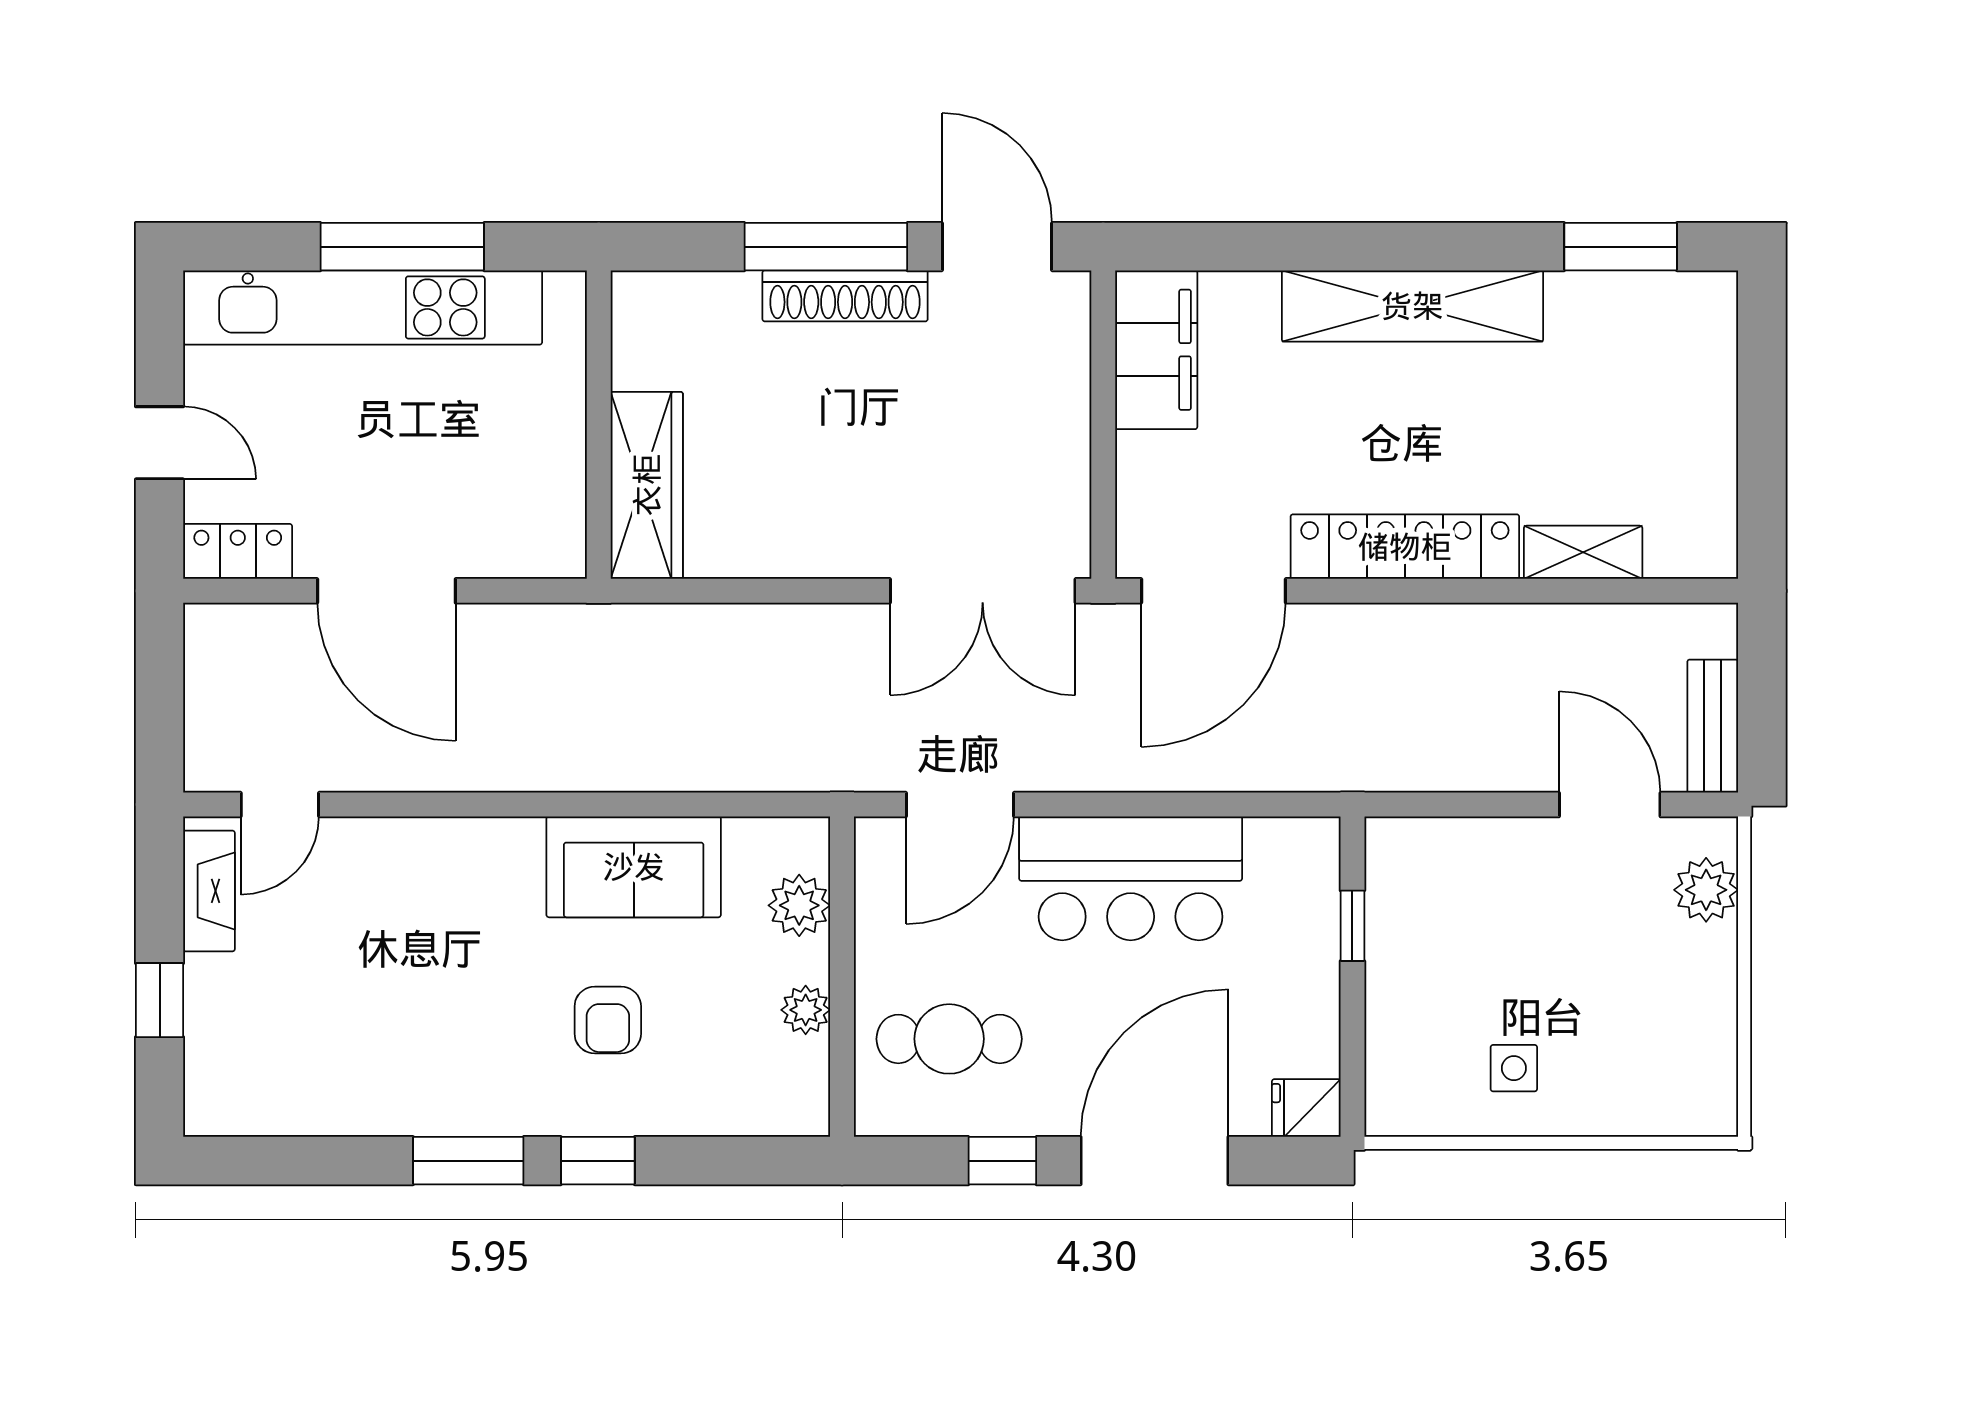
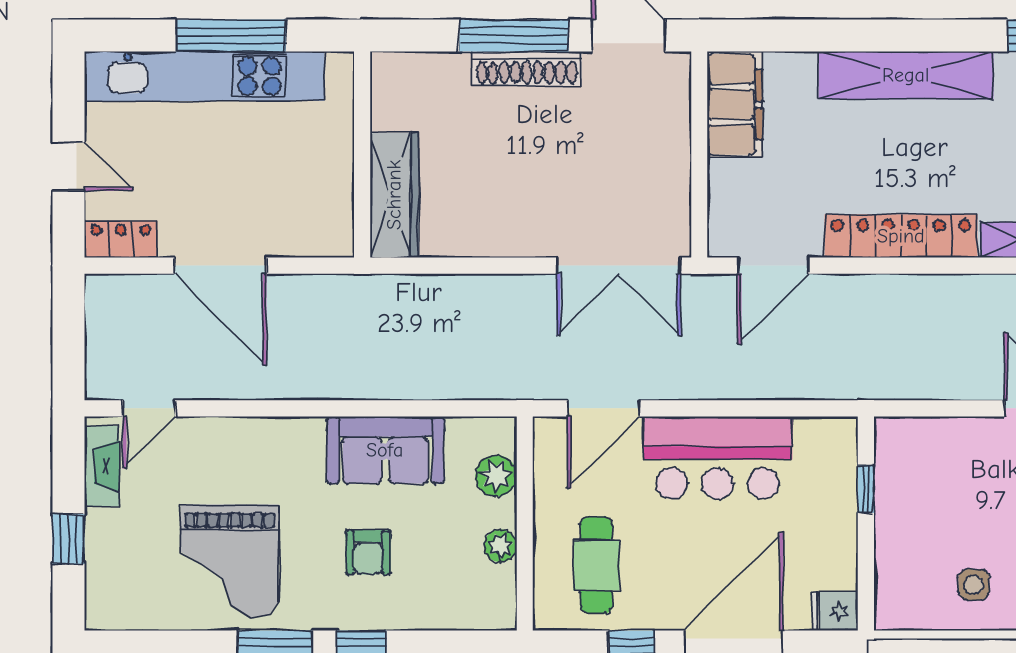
door: (1214, 591) -> (773, 266), width x0.73
grand piano: (401, 1033) -> (230, 561), added
cafe table: (949, 1039) -> (596, 565), turned 90

